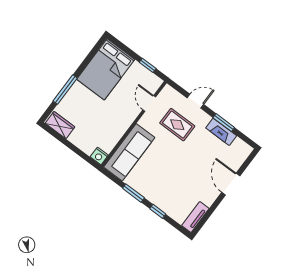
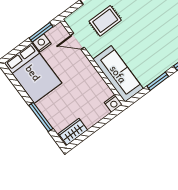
window: (148, 65) -> (41, 32), width x1.50
nightstand: (138, 69) -> (42, 43), added

